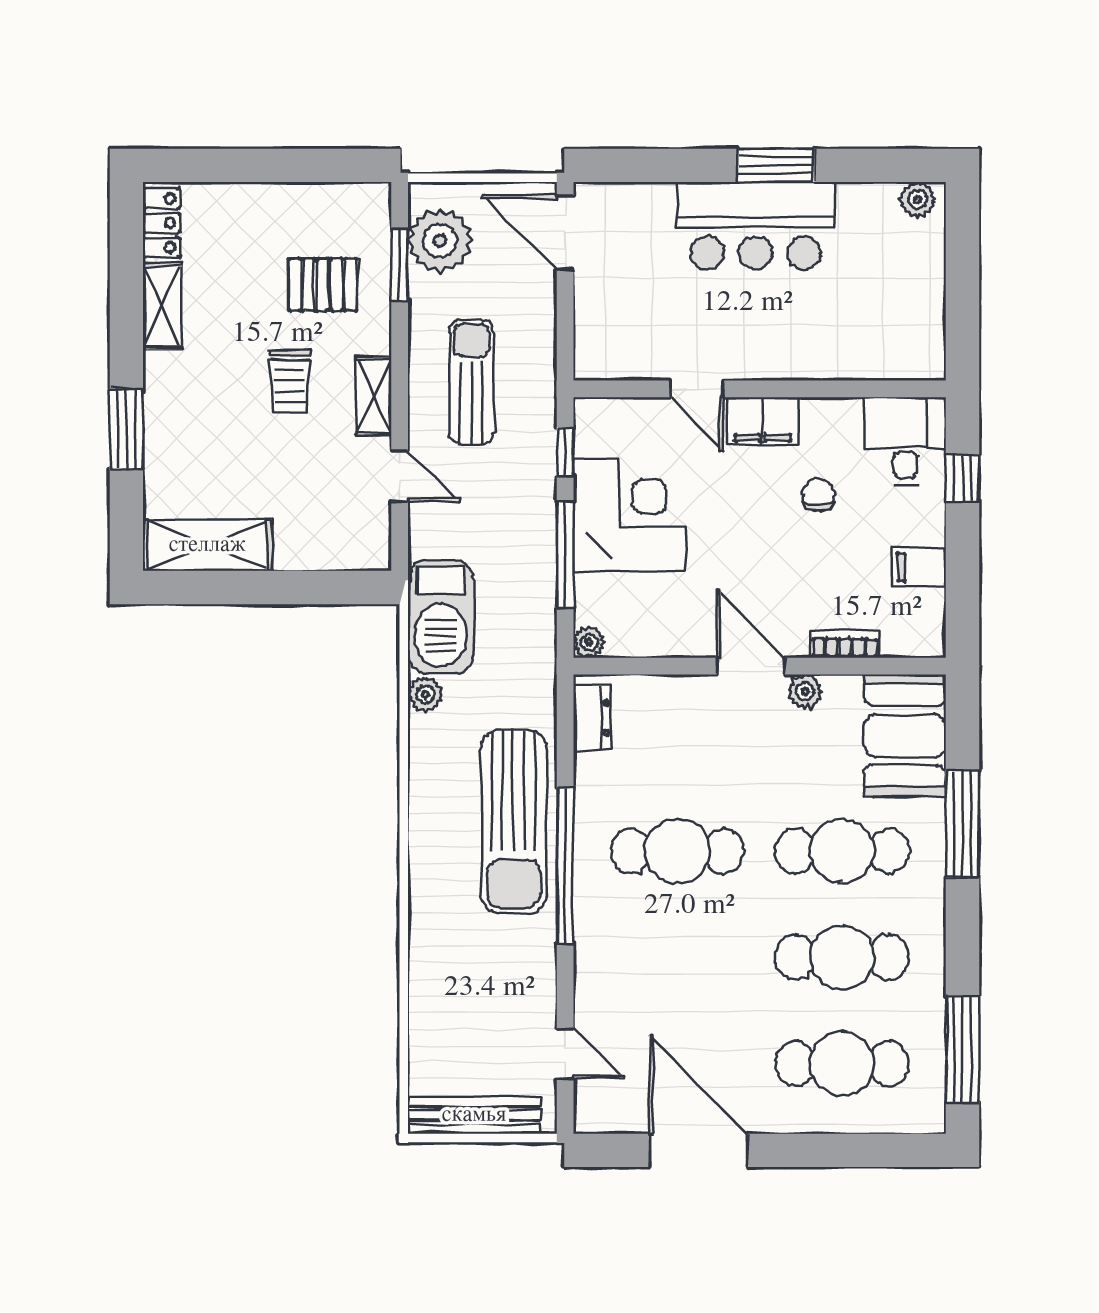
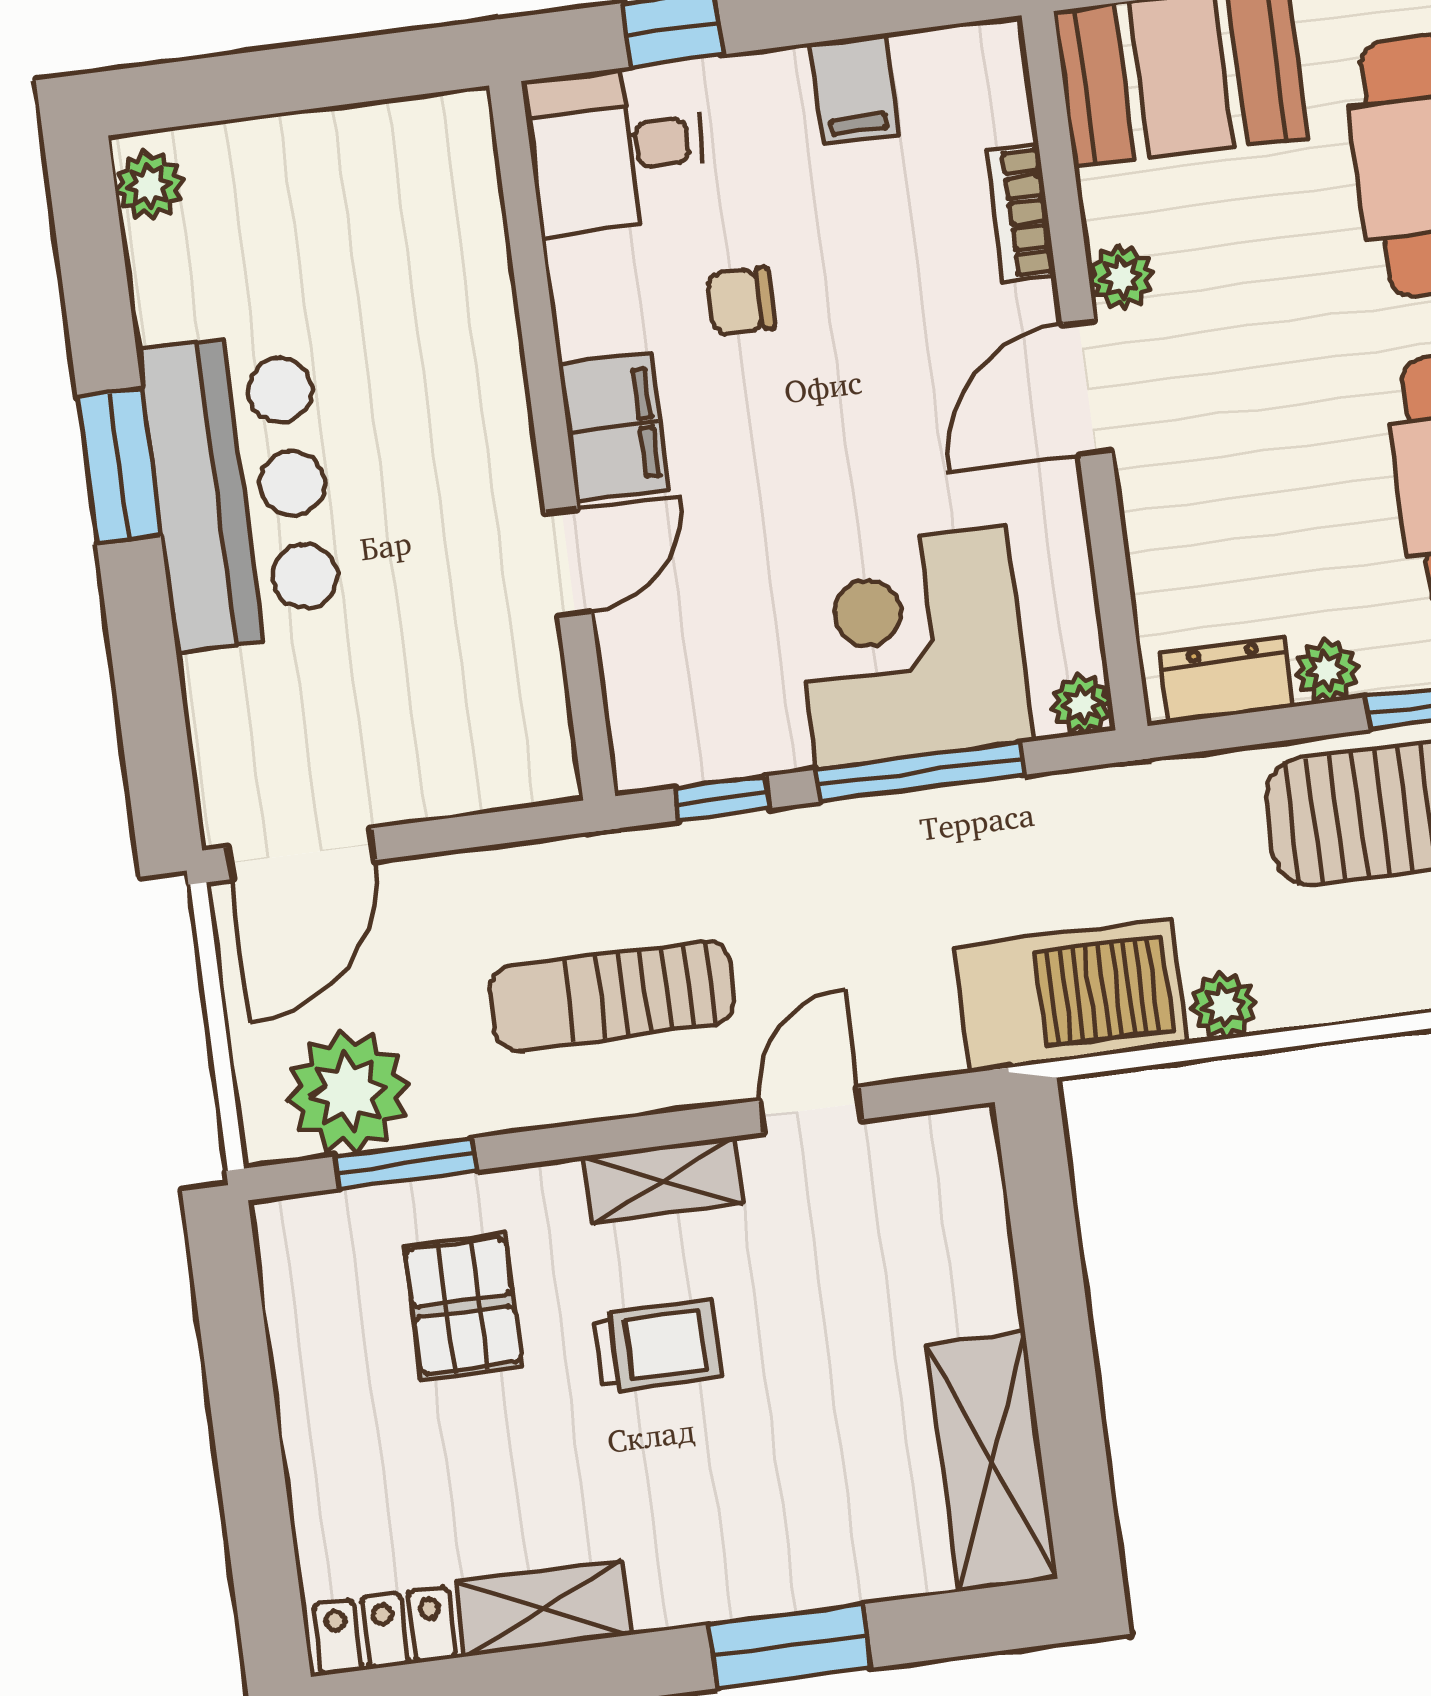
corner desk: (630, 515) -> (912, 647), moved
plant: (590, 770) -> (1327, 671), added

